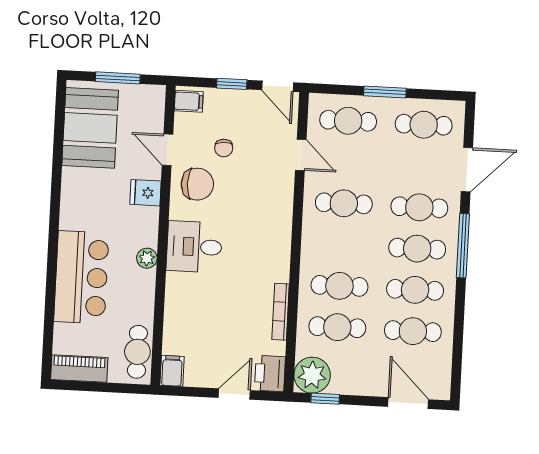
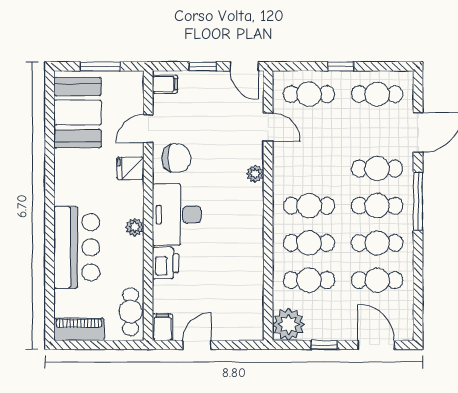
window: (385, 92) -> (341, 66), width x0.67
chair: (224, 148) -> (199, 124), removed
door: (168, 150) -> (148, 129), hinge flipped
cafe table: (344, 203) -> (309, 206), moved
plant: (284, 206) -> (255, 174), added
desk: (194, 247) -> (177, 215), width x1.37
bookcase: (281, 312) -> (257, 269), removed
printer: (270, 373) -> (165, 263), moved, turned 180
door: (234, 394) -> (197, 345), moved
window: (325, 399) -> (324, 345), moved

